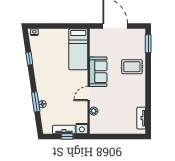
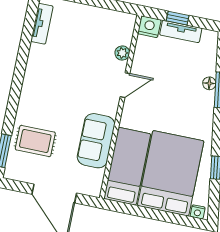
bed: (53, 50) -> (171, 173), added
rug: (132, 67) -> (35, 141), moved
sofa: (98, 72) -> (96, 141), moved

